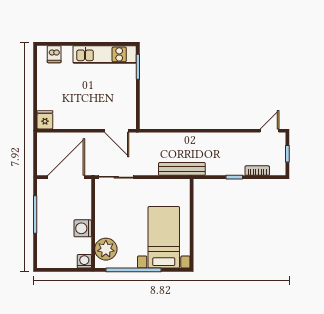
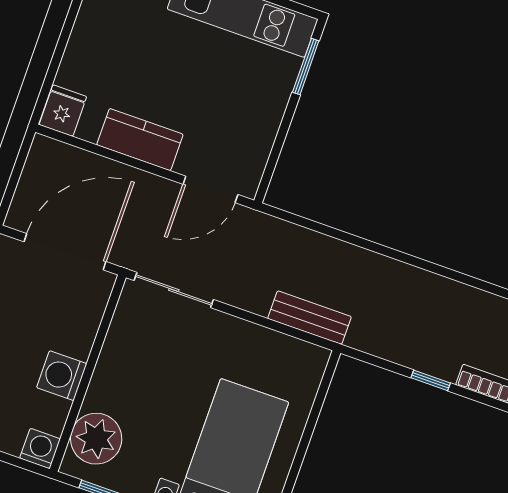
kitchen counter: (81, 121) -> (140, 140), added
door: (117, 131) -> (210, 189), hinge flipped
bench: (182, 169) -> (309, 318), width x0.73

